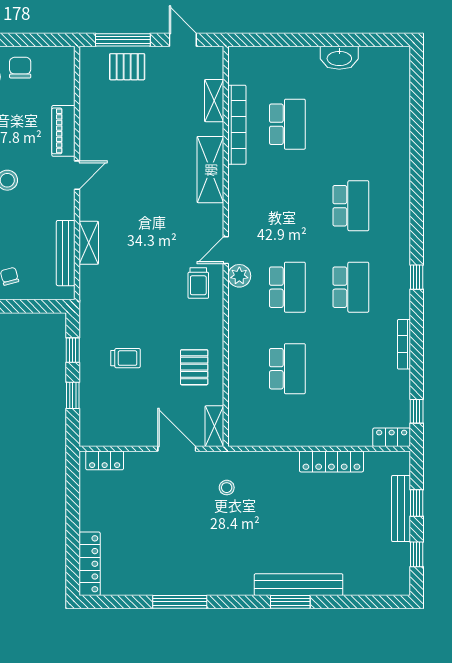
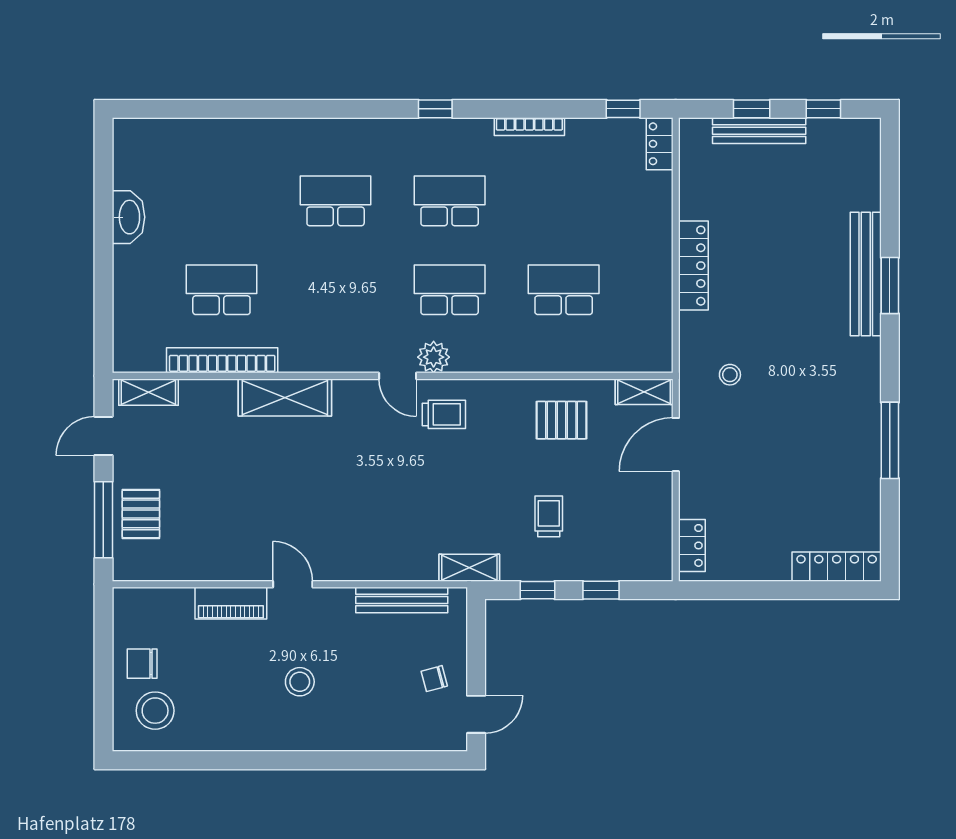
shelving: (214, 101) -> (148, 392), moved
shelving: (89, 243) -> (469, 568), moved
locker: (331, 461) -> (693, 266), moved

